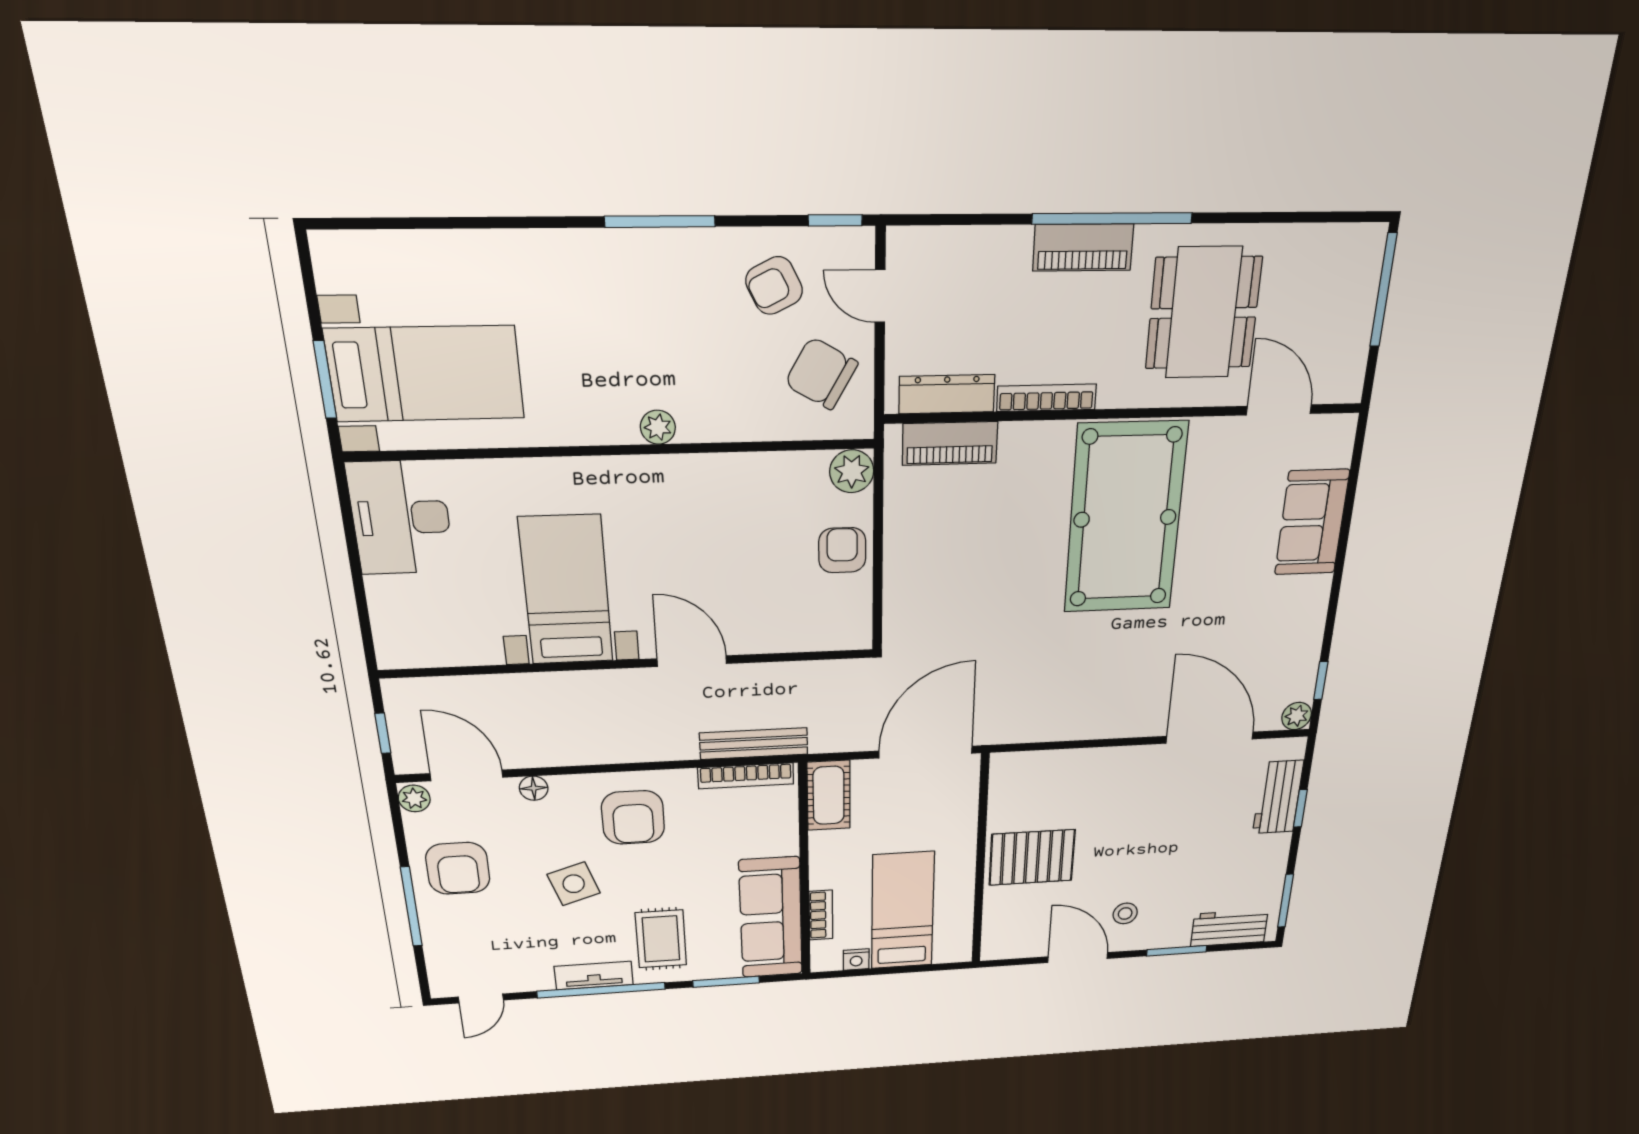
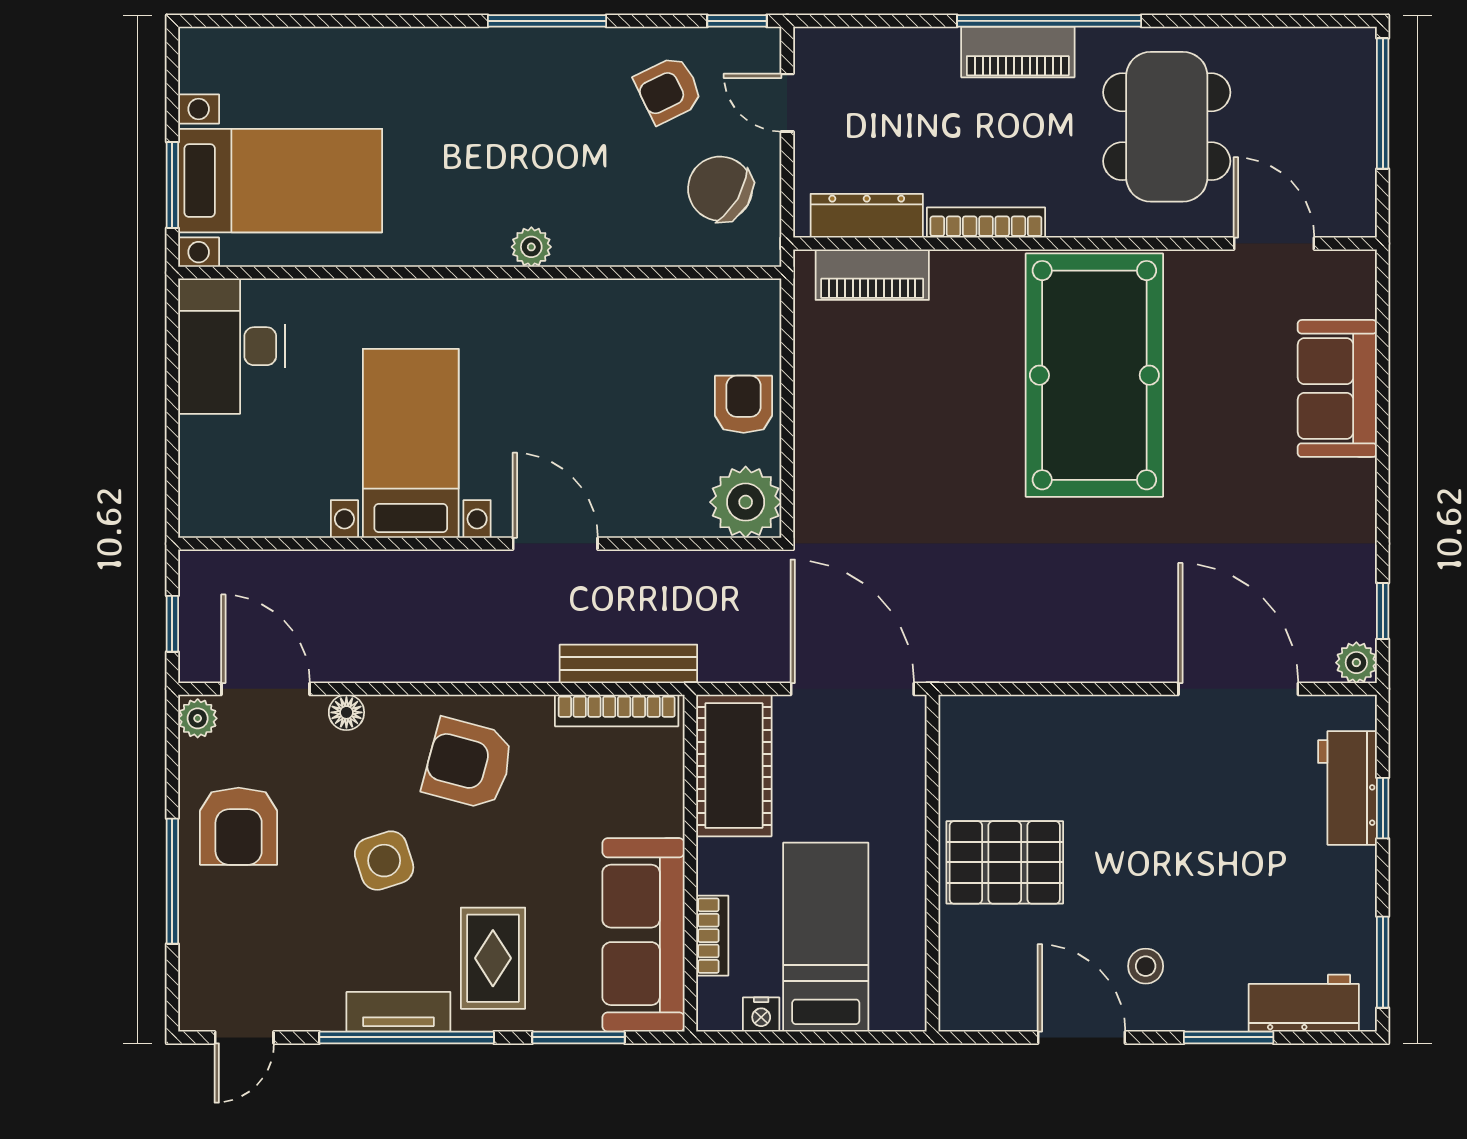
plant: (852, 471) -> (746, 502), moved, width x1.36, depth x1.36
door: (926, 752) -> (852, 689), hinge flipped
cot: (829, 795) -> (734, 766), width x1.37, depth x1.34
armchair: (633, 817) -> (468, 764), turned 105

